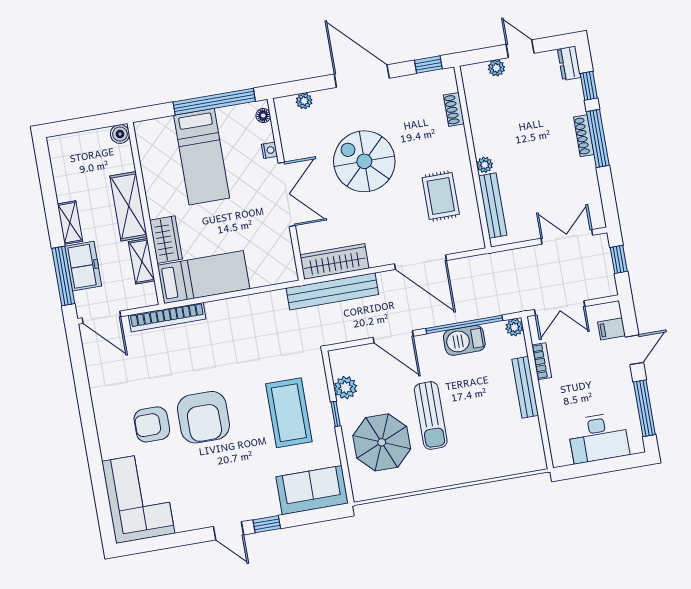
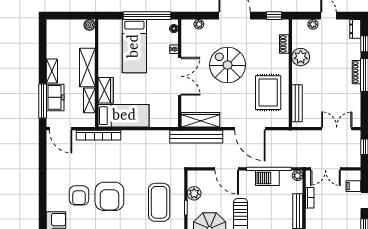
plant: (485, 165) -> (301, 57), moved, width x1.88, depth x1.88
rug: (441, 196) -> (268, 93), width x1.36, depth x1.43
armchair: (152, 424) -> (79, 195), turned -90

